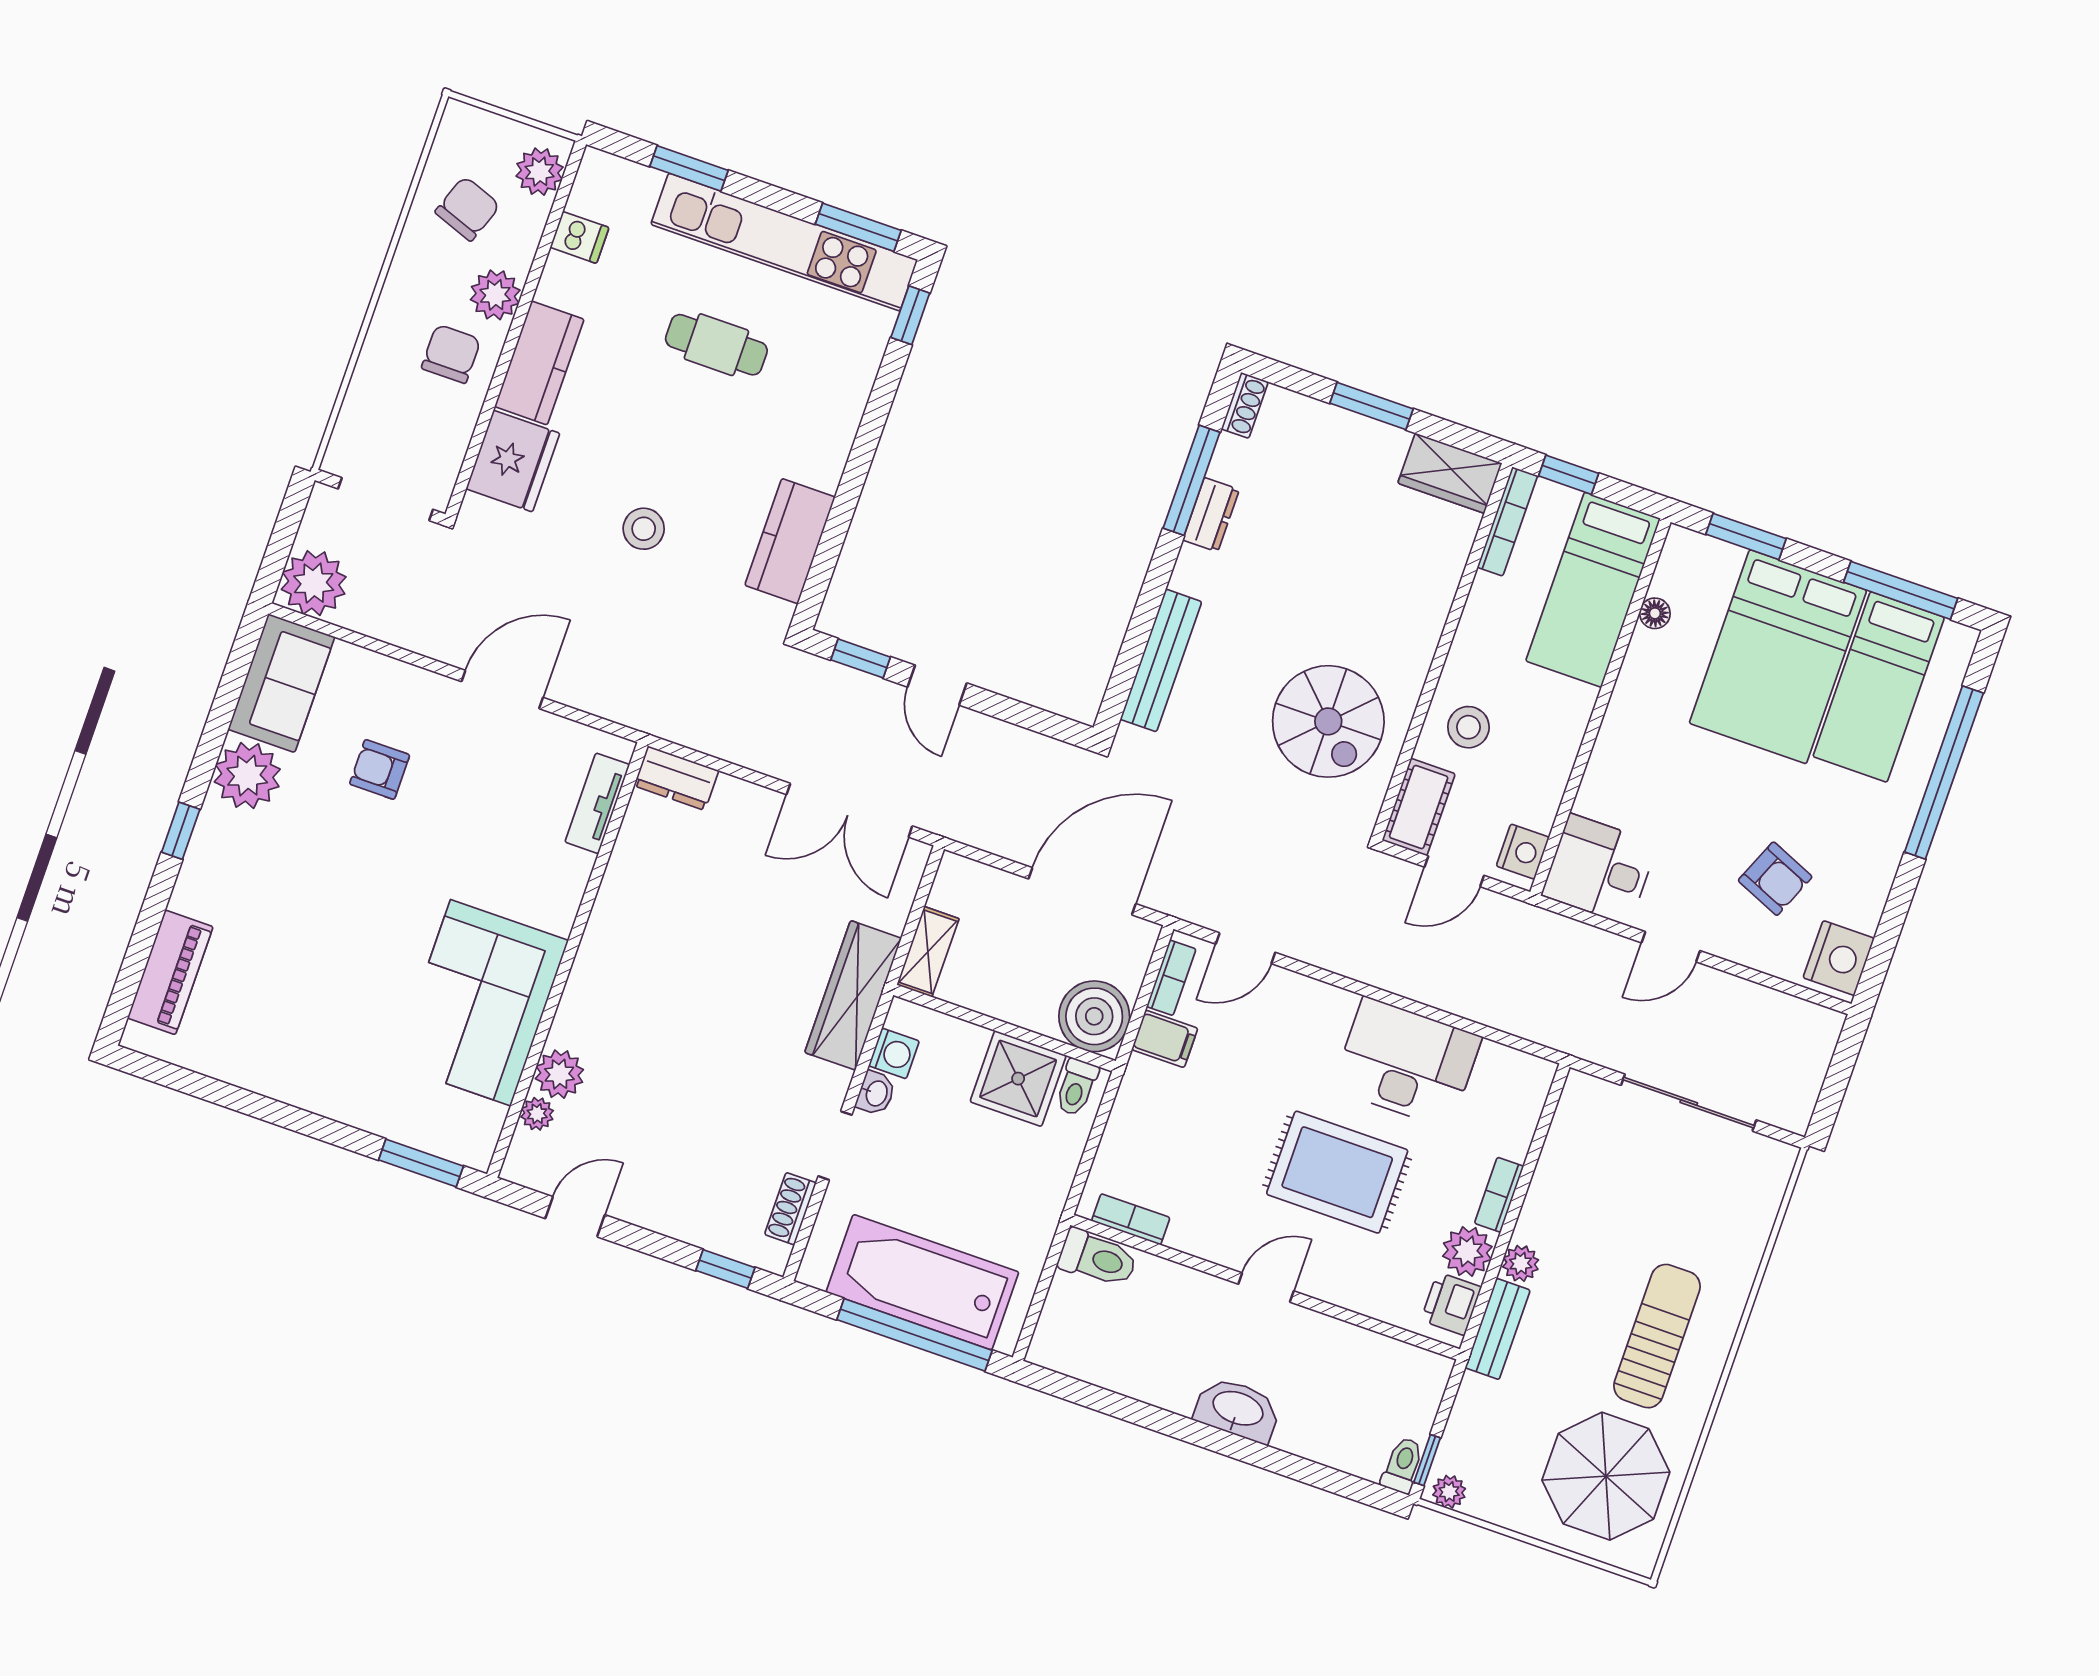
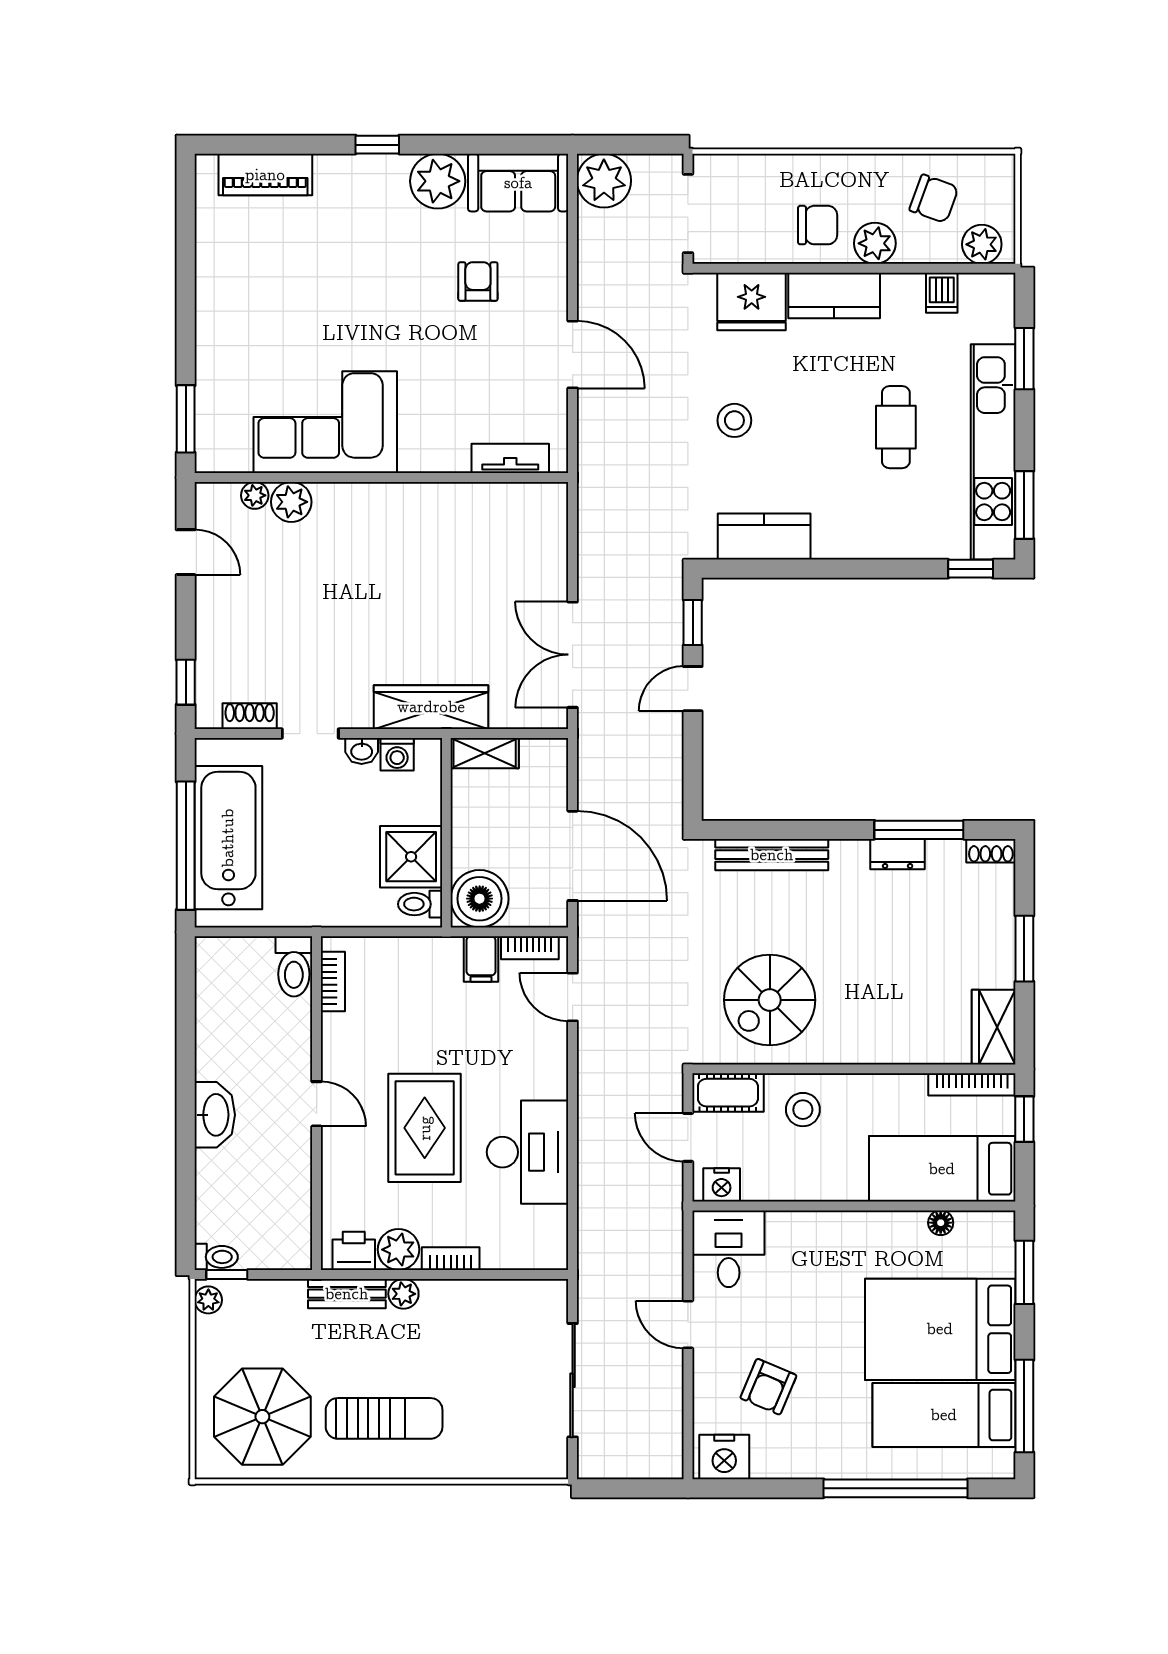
dresser: (676, 778) -> (551, 513), removed

